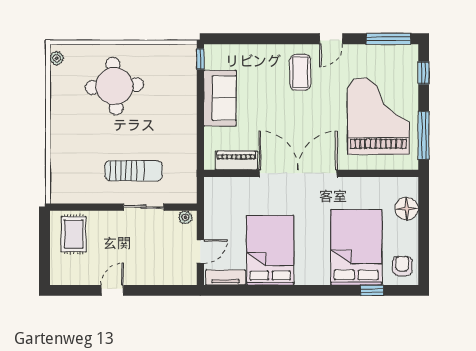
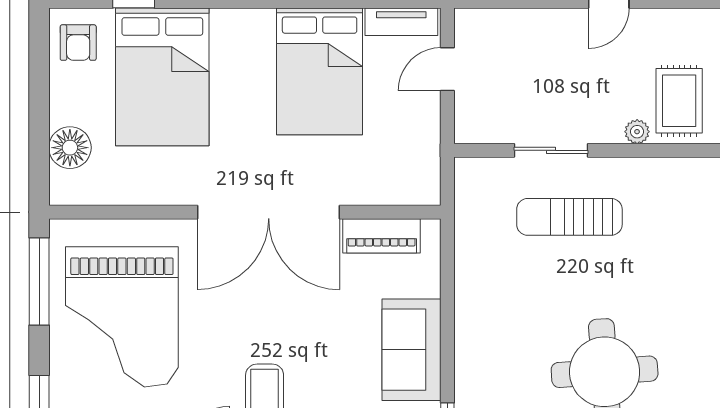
plant: (185, 217) -> (637, 132), moved

